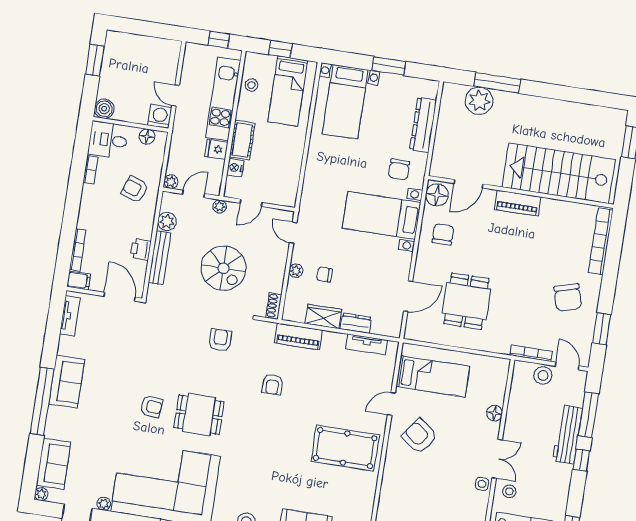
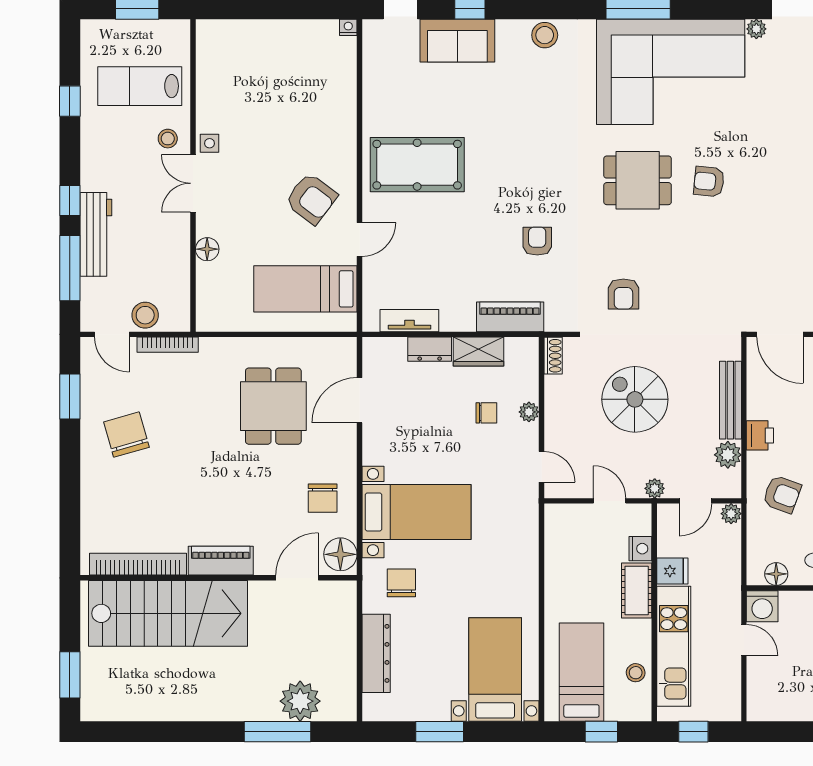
door: (251, 203) -> (610, 501), hinge flipped
bookcase: (601, 241) -> (138, 564), moved, turned -90
printer: (141, 249) -> (760, 435), moved

